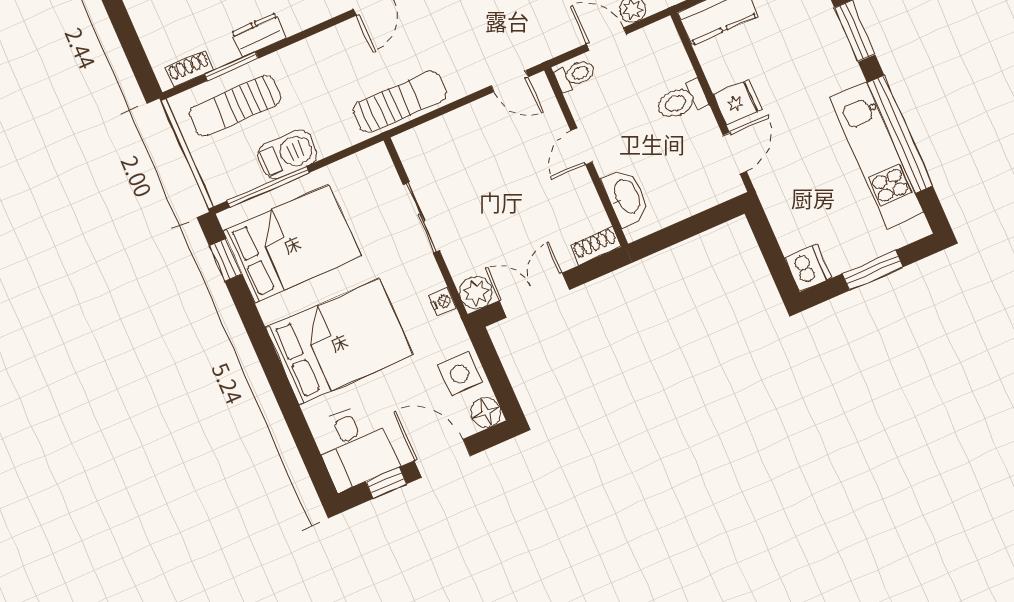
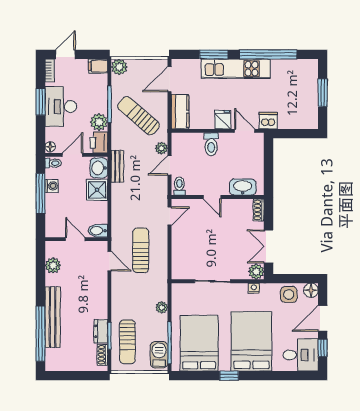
dresser: (259, 35) -> (101, 331), moved
sun lounger: (400, 102) -> (141, 250), moved
plant: (329, 142) -> (162, 307), added
barbecue: (288, 154) -> (159, 355), moved
kitchen unit: (877, 155) -> (236, 69), moved
window: (225, 260) -> (229, 376), moved
dishwasher: (808, 268) -> (268, 121), moved

